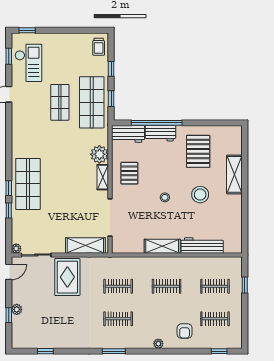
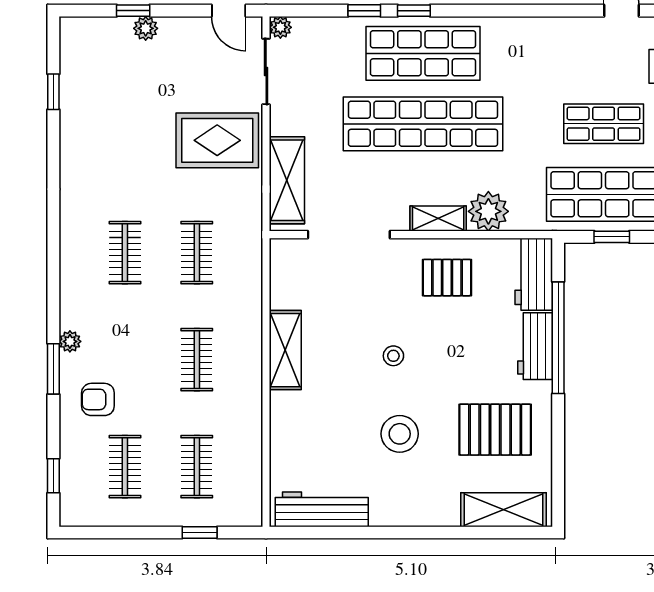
shelving: (234, 174) -> (503, 510), moved
shop shelf: (60, 184) -> (423, 124), added
workbench: (202, 246) -> (322, 509), moved, turned -90
window: (114, 351) -> (53, 369), moved

